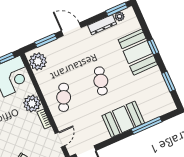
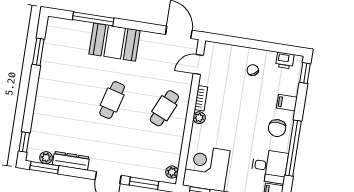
window: (153, 47) -> (24, 142), moved
booth: (138, 52) -> (51, 106), removed
plant: (38, 61) -> (172, 172), width x0.53, depth x0.53
plant: (32, 104) -> (199, 118), width x0.53, depth x0.53

